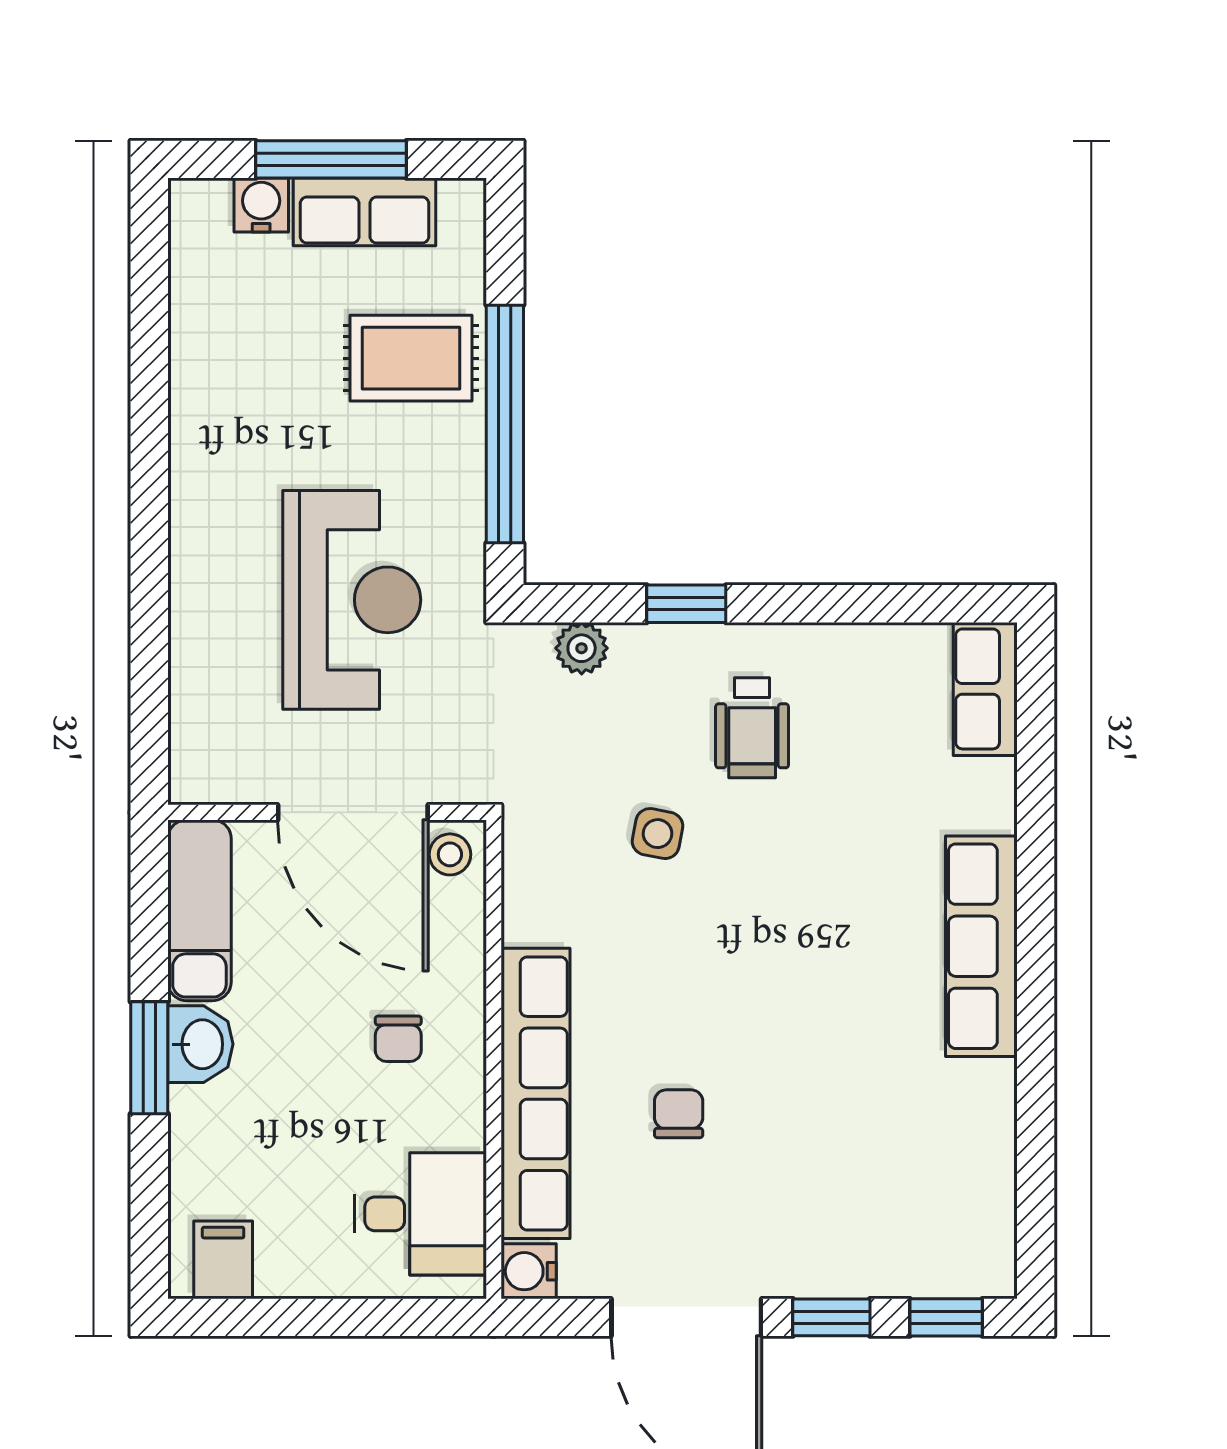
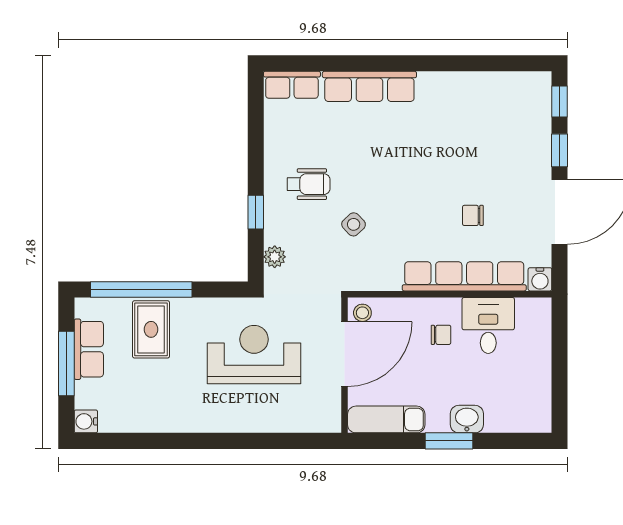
water cooler: (261, 205) -> (86, 421), moved
window: (505, 424) -> (141, 289), moved
side table: (658, 834) -> (354, 224), turned 36
row of seats: (981, 946) -> (369, 86), moved
washbasin: (200, 1044) -> (467, 419), moved
desk: (420, 1214) -> (488, 325), moved
filing cabinet: (223, 1260) -> (535, 409), removed

